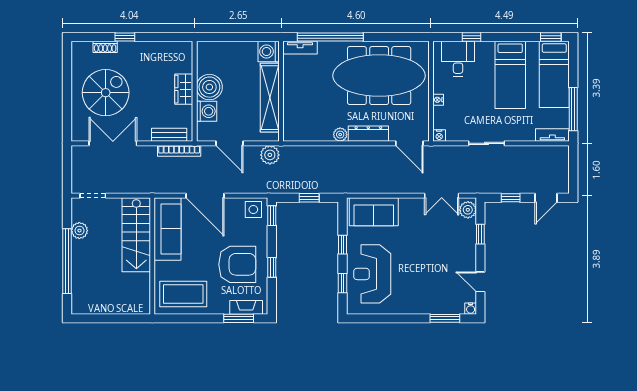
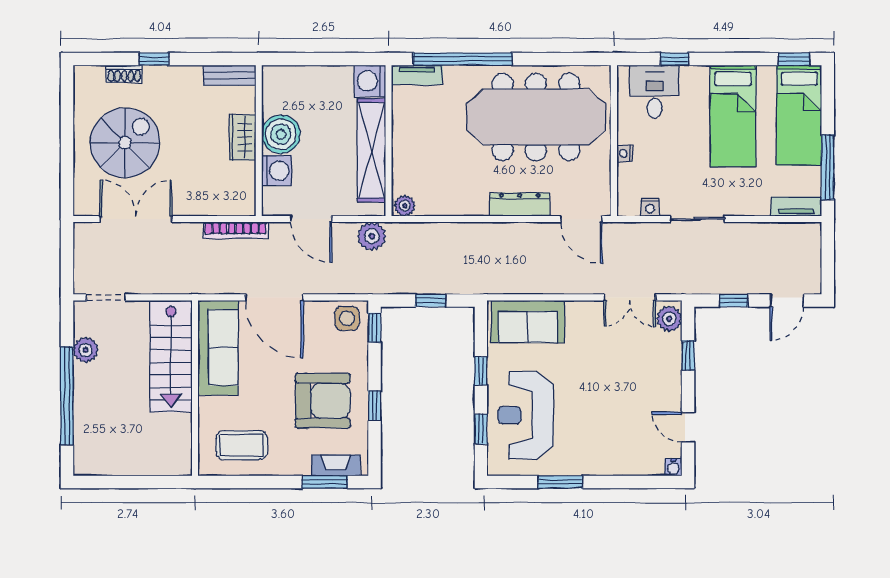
bench: (169, 135) -> (229, 75), moved
plant: (340, 135) -> (405, 206), moved
nightstand: (439, 136) -> (650, 207), moved
coffee table: (183, 294) -> (242, 445), width x0.73, depth x0.76
window: (445, 318) -> (560, 482), moved

